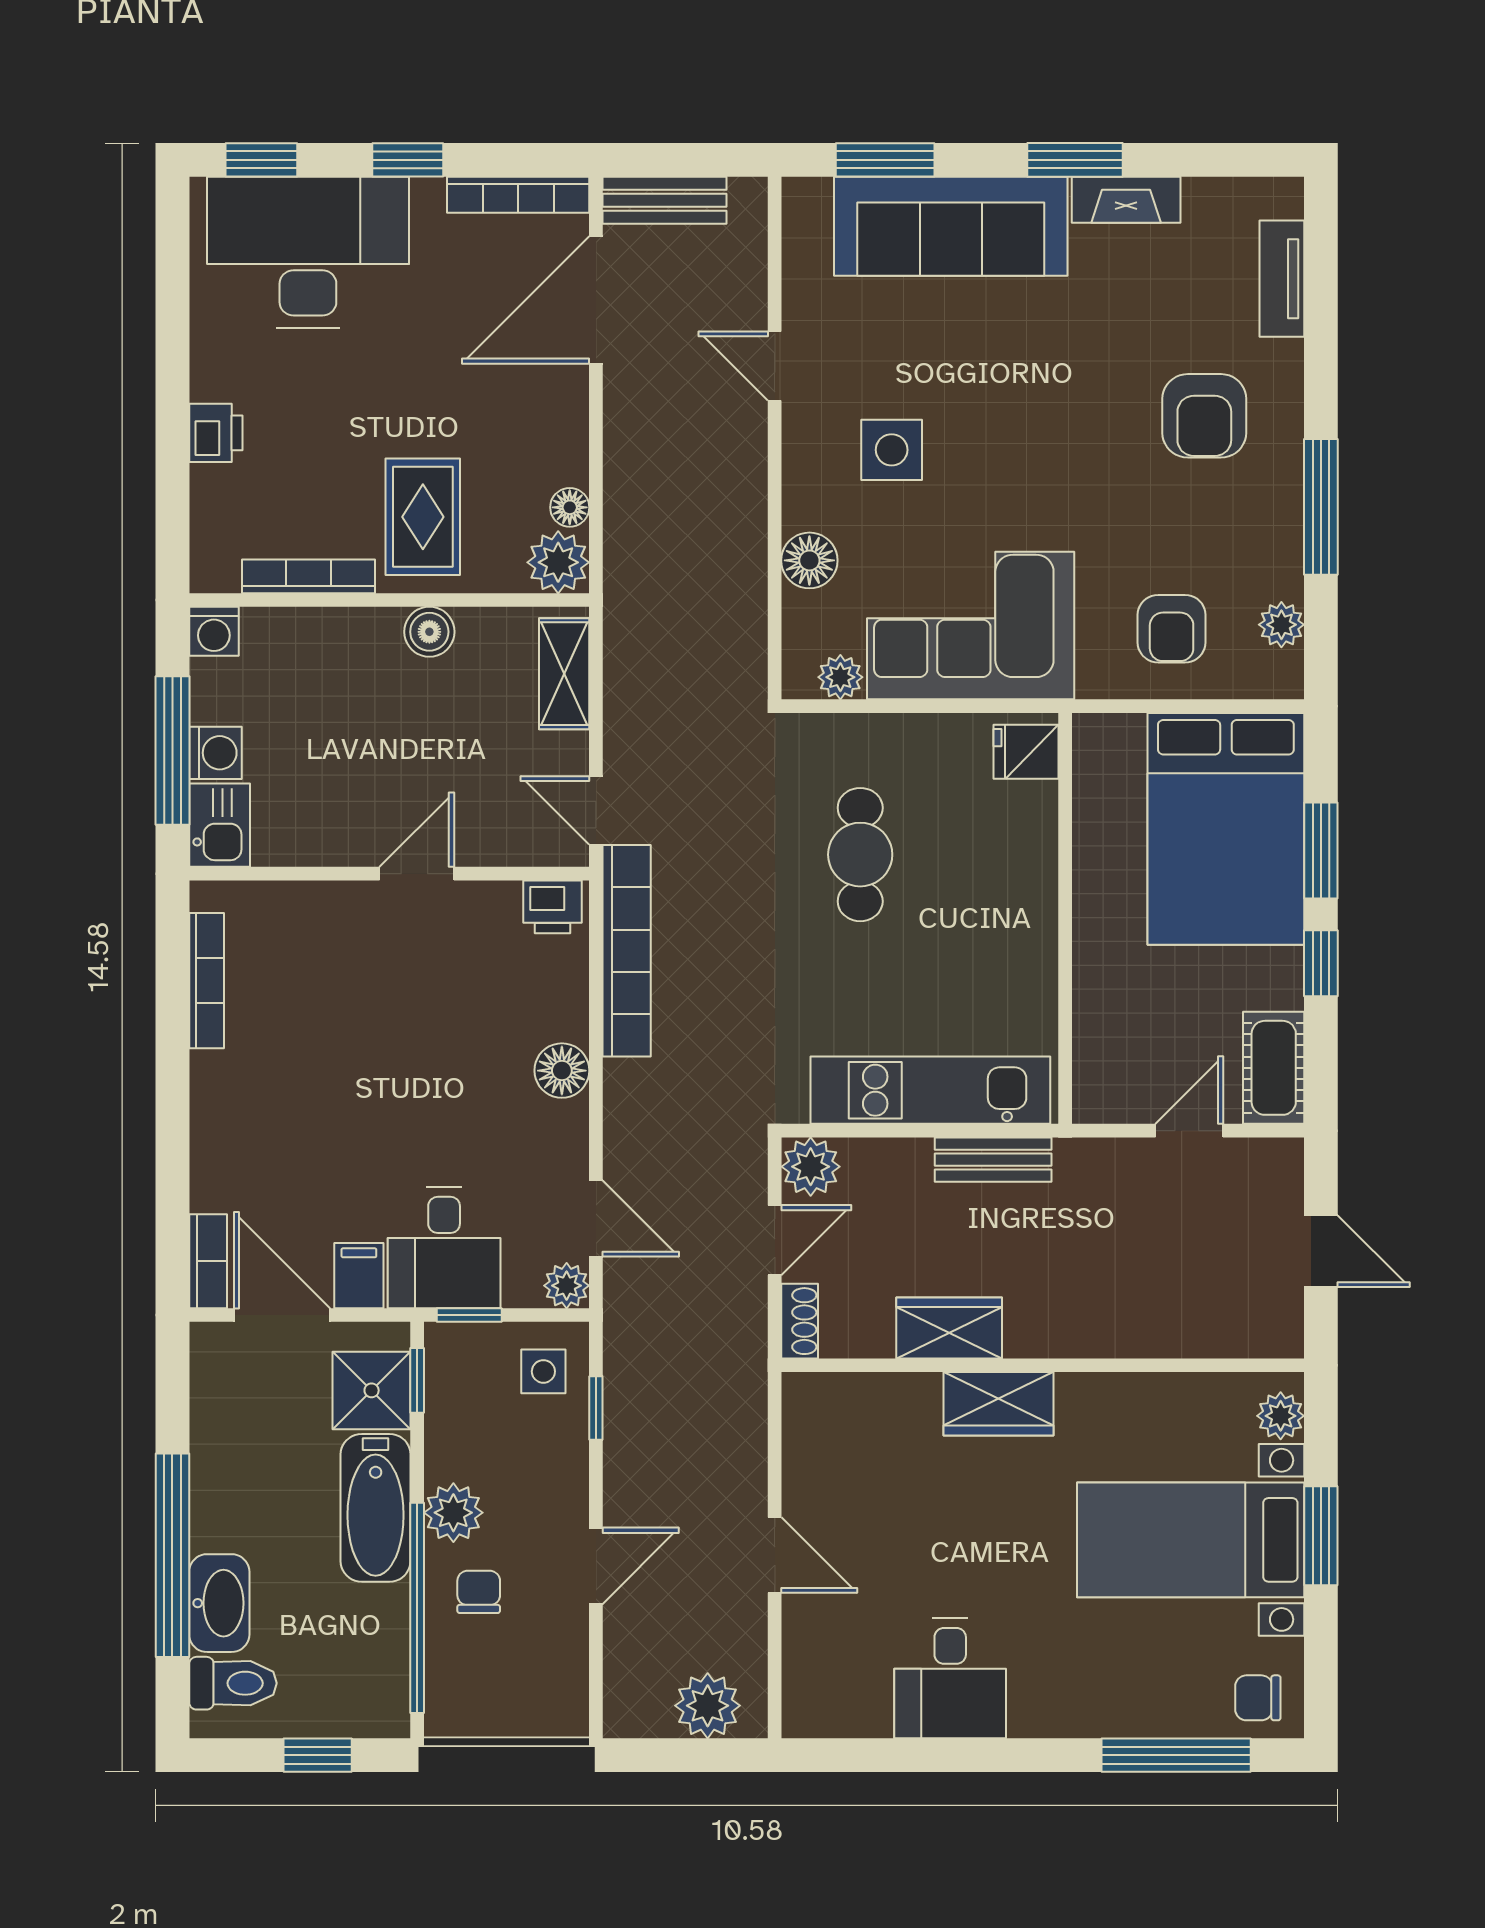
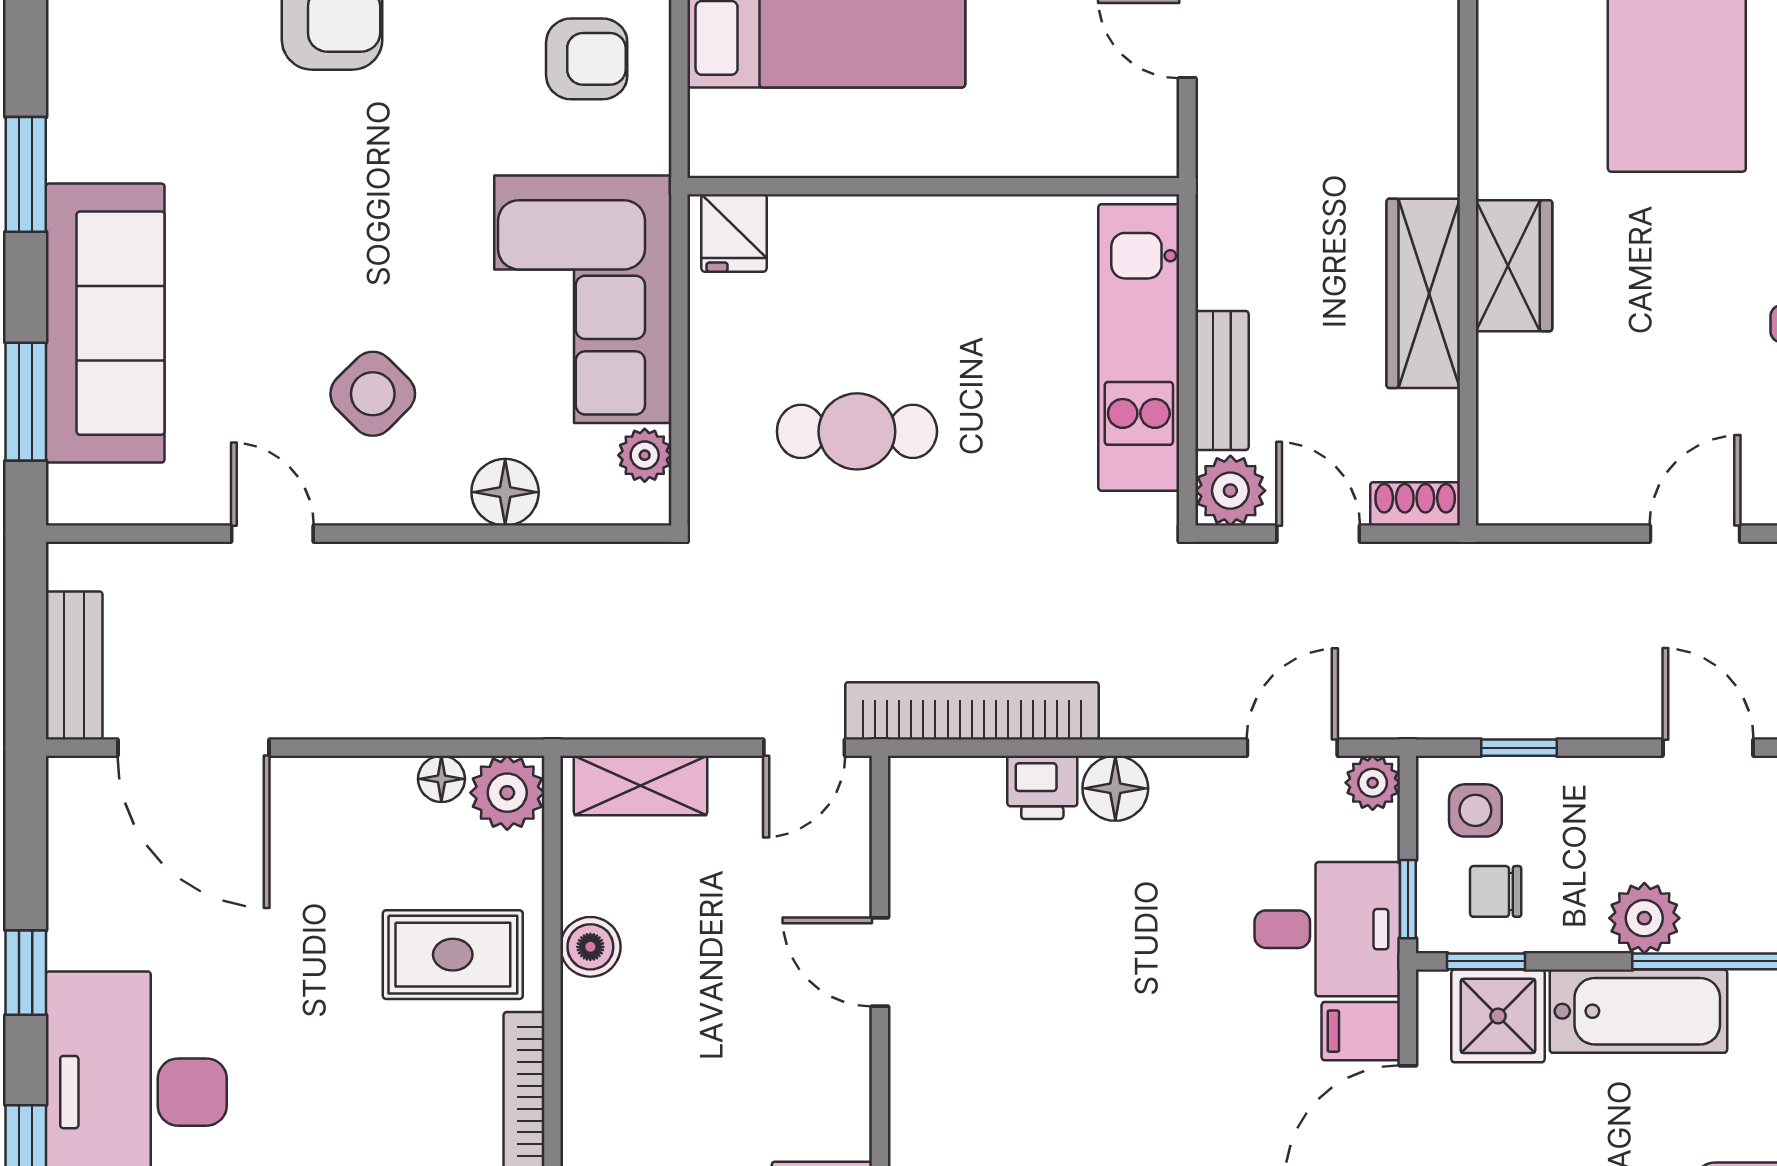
bookcase: (518, 195) -> (68, 841), removed
fireplace: (1126, 200) -> (74, 113), removed
door: (775, 366) -> (272, 534), swing flipped
side table: (892, 450) -> (373, 394), turned 45
printer: (552, 907) -> (1042, 787), moved, turned 90
bench: (993, 1160) -> (1222, 381), moved
wardrobe: (949, 1328) -> (1423, 293), width x1.50
chair: (479, 1592) -> (1496, 891), moved

